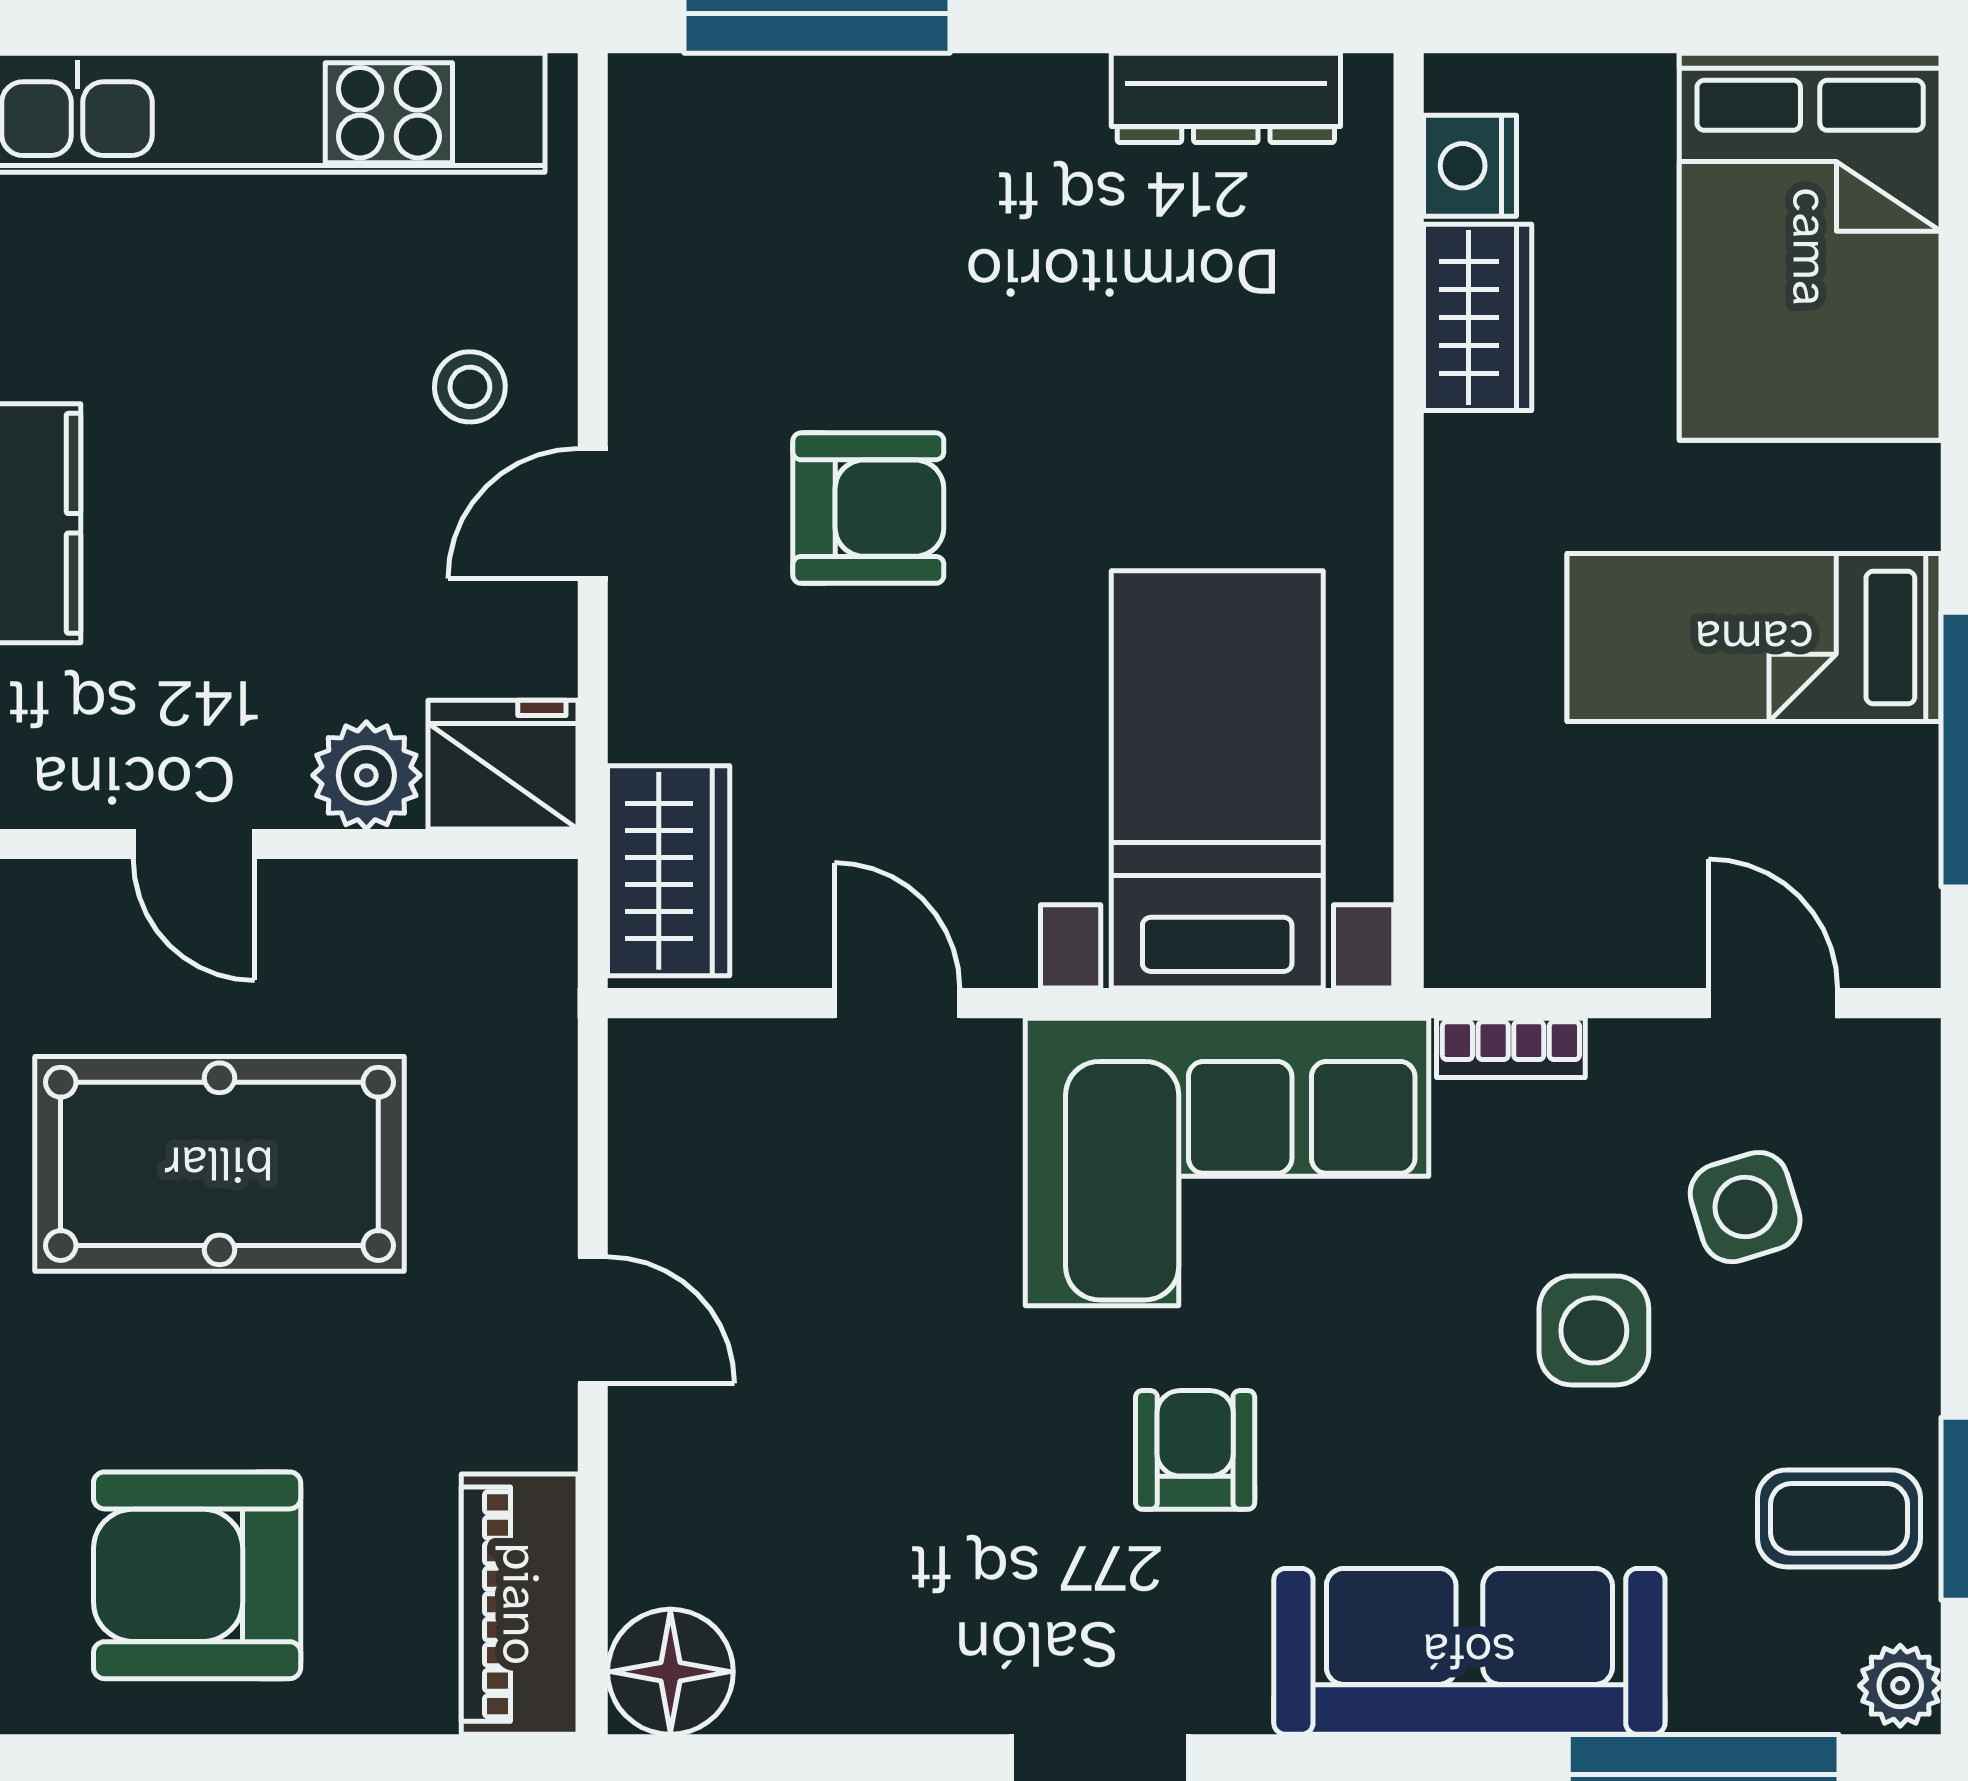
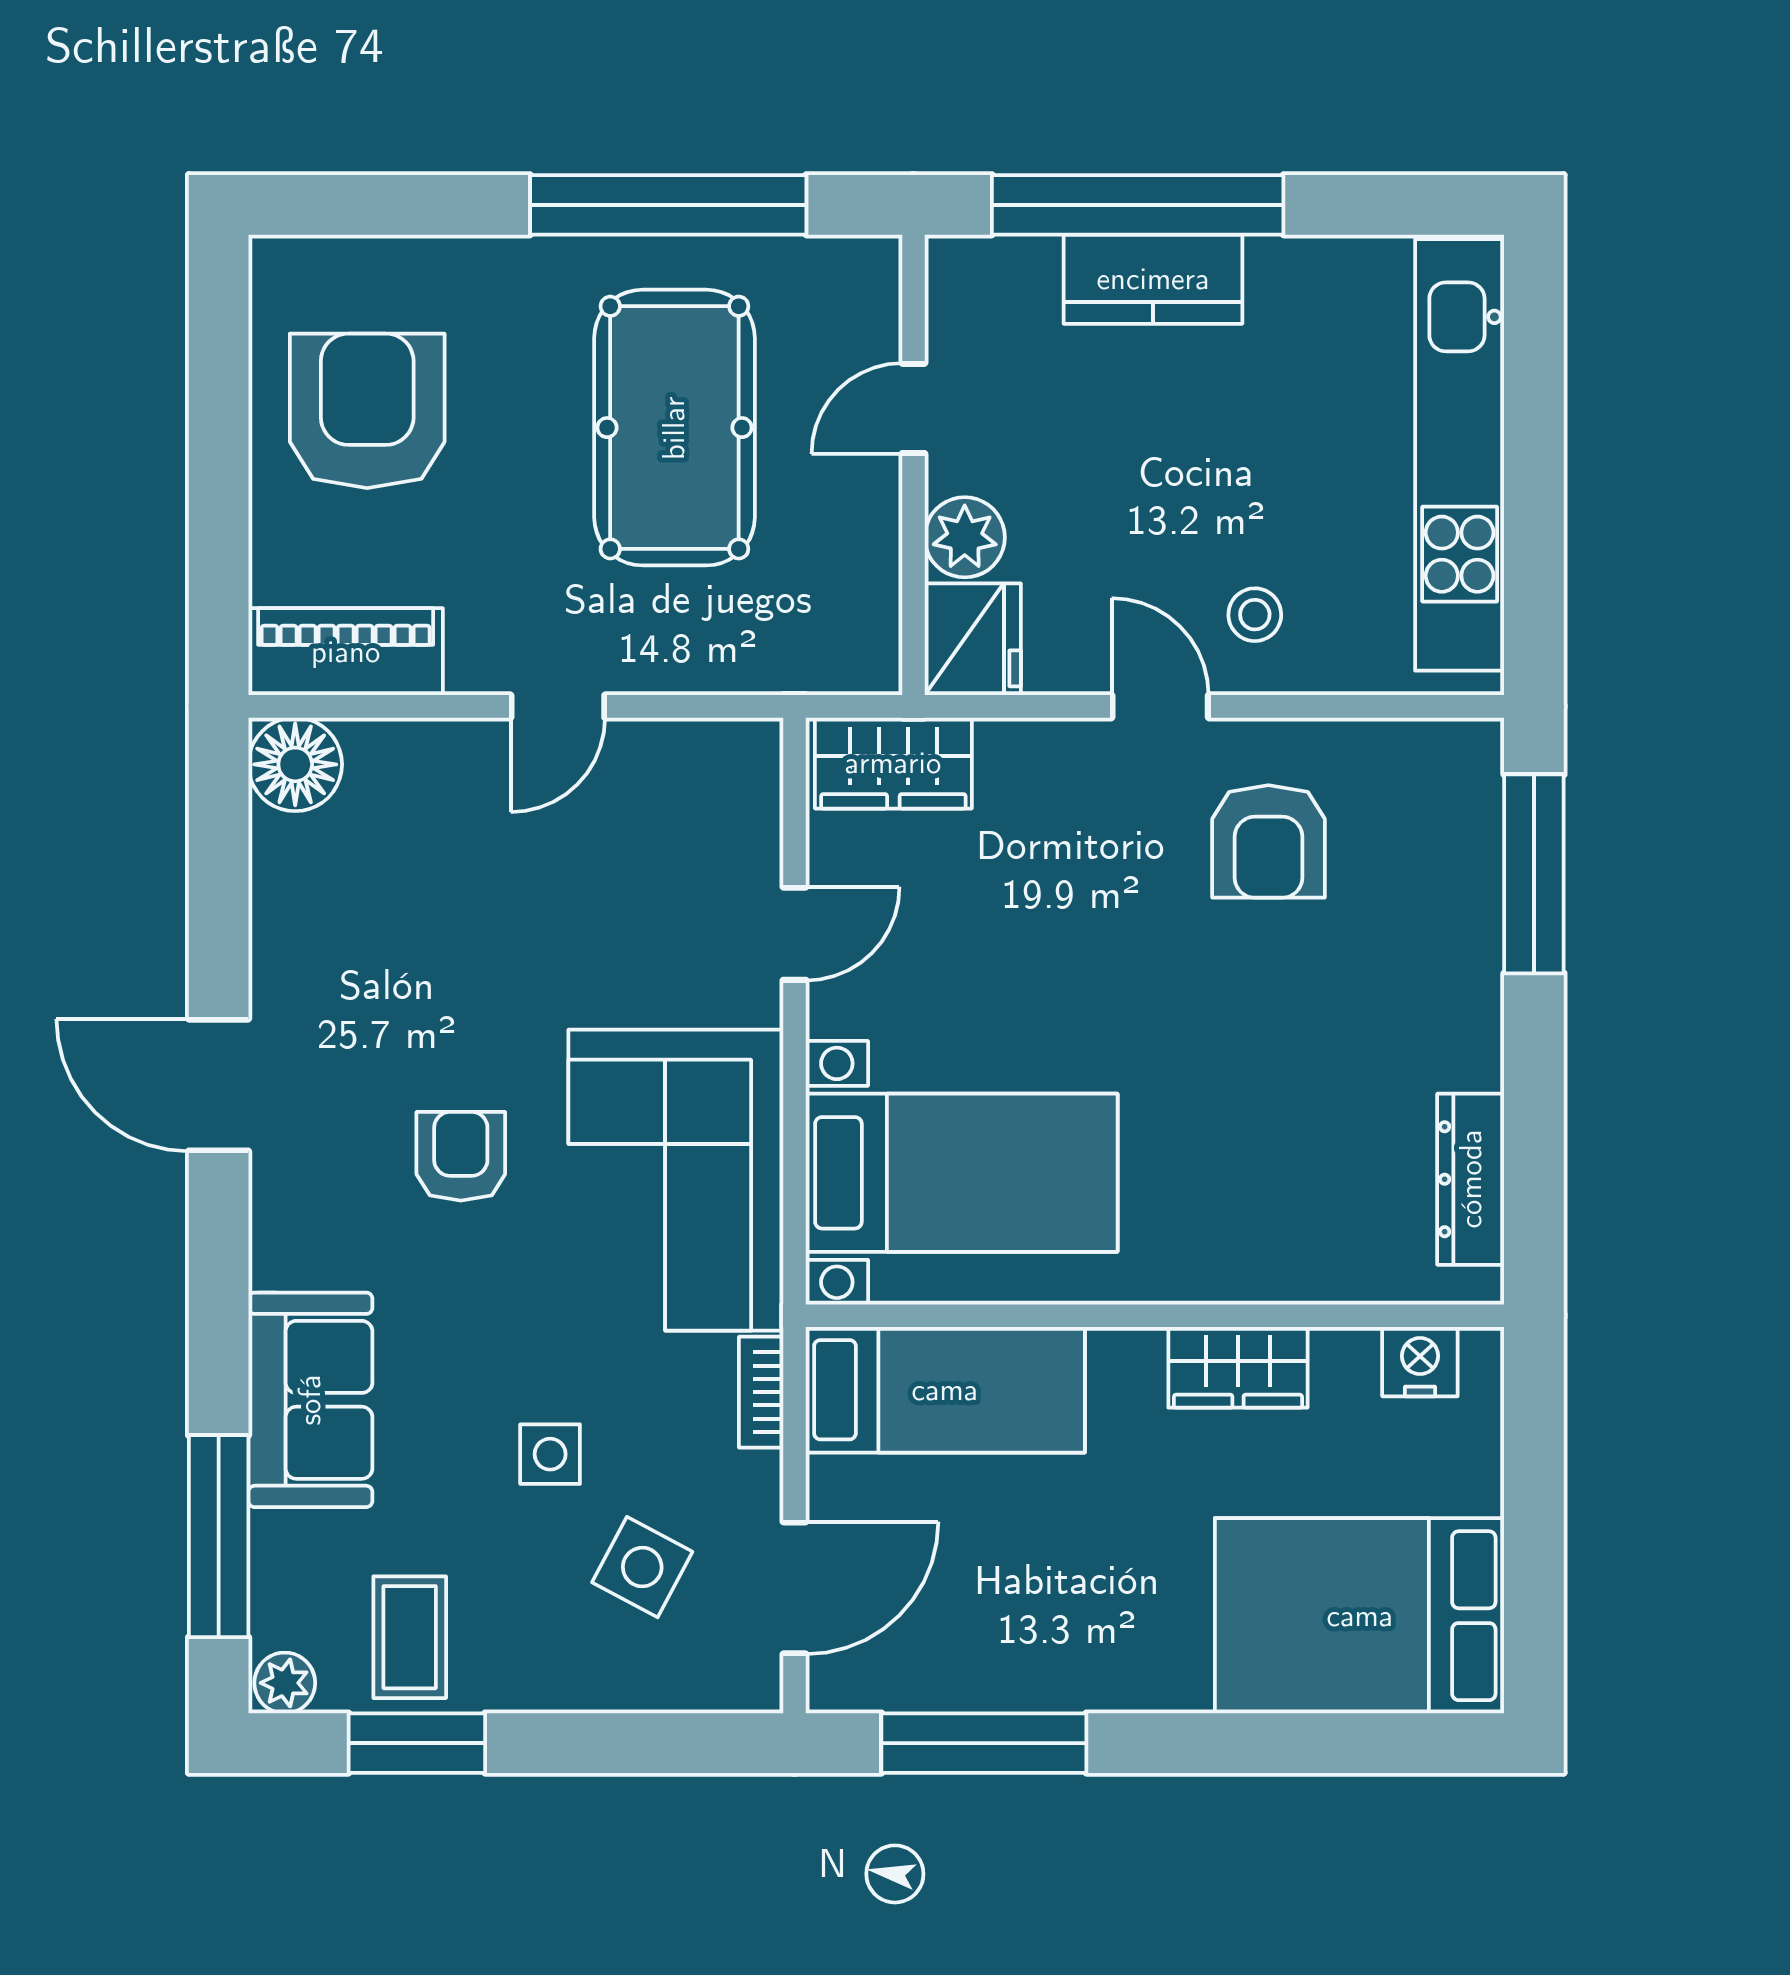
wardrobe: (1478, 317) -> (1238, 1367), moved
armchair: (868, 508) -> (1268, 841), moved
bed: (1754, 638) -> (945, 1390), moved, turned 90
door: (1773, 1003) -> (795, 1588), width x1.38
side table: (1745, 1207) -> (642, 1567), turned 45
side table: (1594, 1330) -> (550, 1454), width x0.73, depth x0.73
armchair: (1195, 1450) -> (461, 1156), turned -90
sofa: (1469, 1651) -> (310, 1400), width x0.73

